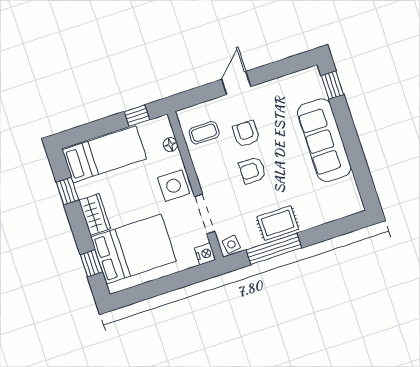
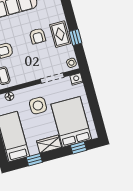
armchair: (252, 170) -> (38, 36), moved
side table: (173, 186) -> (38, 106), moved
window: (274, 249) -> (76, 37), width x0.46

